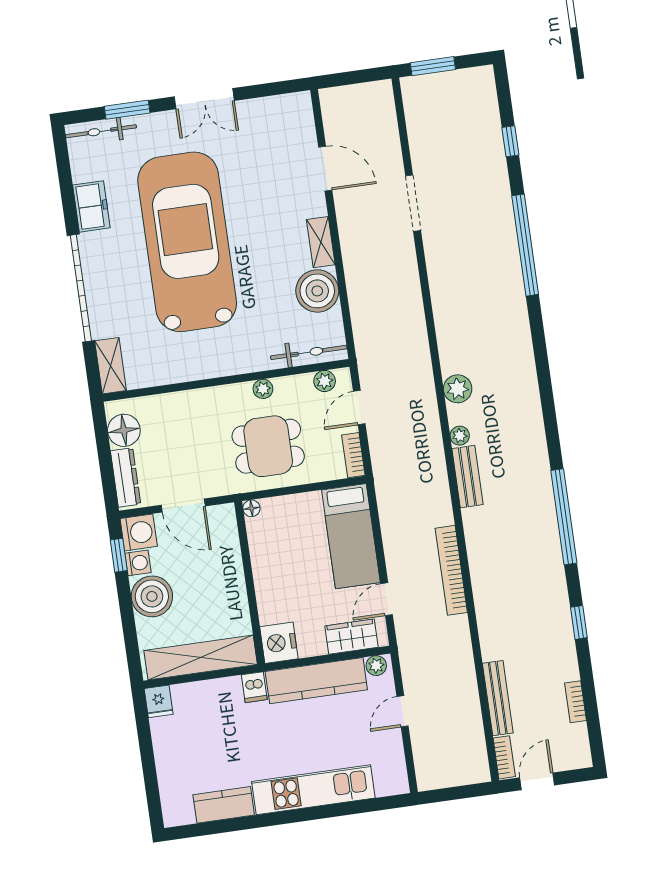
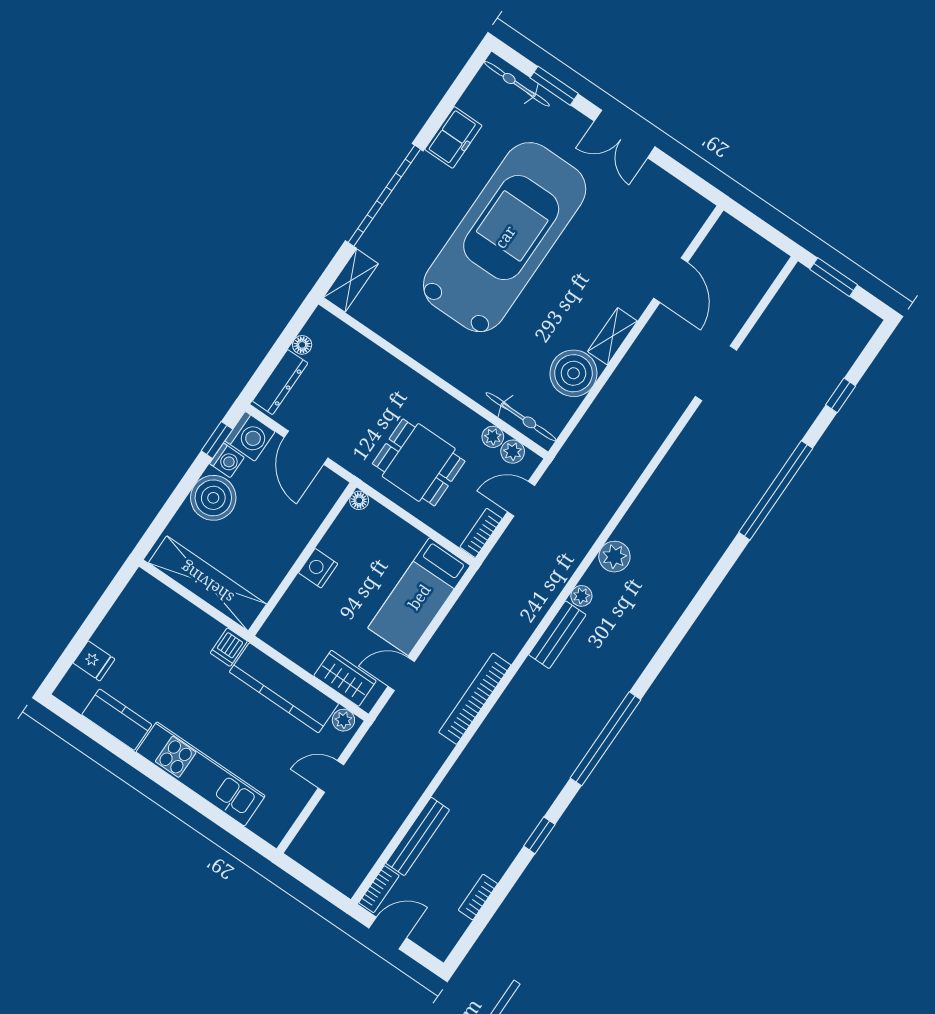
plant: (263, 389) -> (493, 437), moved
floor lamp: (124, 430) -> (302, 345), width x0.53, depth x0.53
nightstand: (279, 643) -> (318, 568), moved, width x0.74, depth x0.75
fridge: (159, 701) -> (94, 661), moved, turned -90

